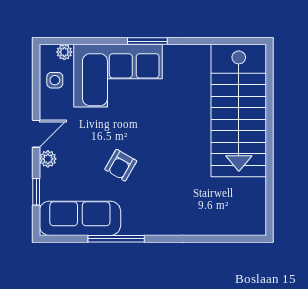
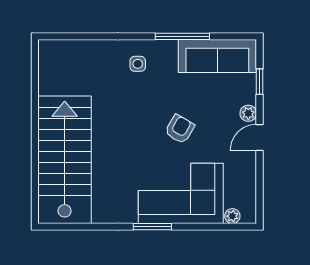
side table: (55, 80) -> (138, 64), moved
armchair: (121, 165) -> (180, 129), moved

